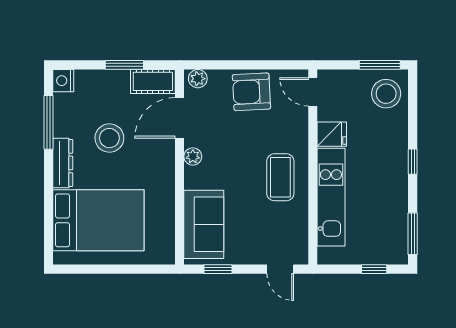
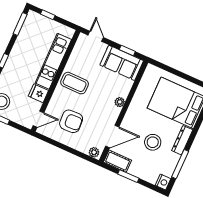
armchair: (251, 92) -> (71, 121), moved
door: (313, 92) -> (38, 119), hinge flipped
plant: (193, 156) -> (120, 102), moved
coffee table: (280, 177) -> (75, 83), turned 90
sofa: (204, 224) -> (122, 63), moved, turned -90

